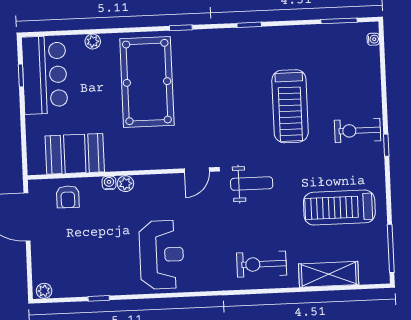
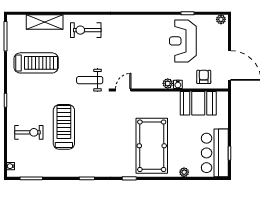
exercise bike: (357, 131) -> (29, 132), moved
reception desk: (162, 255) -> (183, 41), moved
exercise bike: (262, 264) -> (86, 30), turned 180

